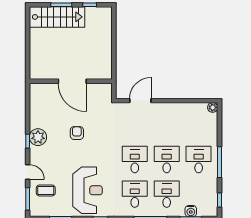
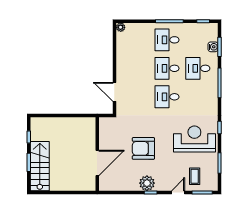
door: (72, 81) -> (97, 163), moved
armchair: (77, 133) -> (143, 148), width x1.88, depth x1.88
desk: (135, 194) -> (198, 97), removed

